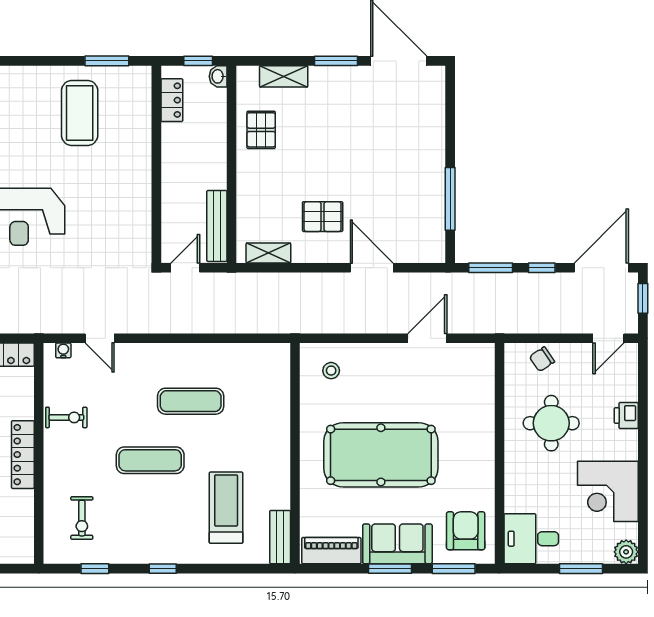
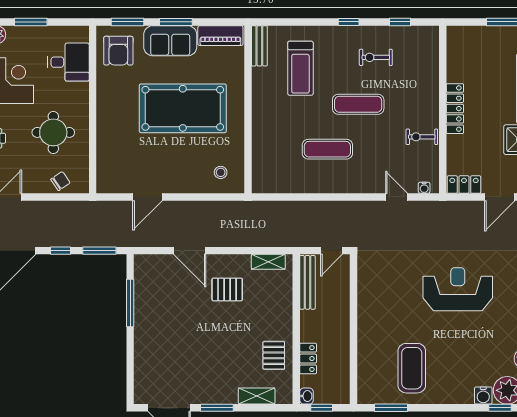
locker: (172, 100) -> (308, 359), moved, turned 180
exercise bike: (82, 518) -> (376, 57), moved, turned -90
desk: (531, 539) -> (68, 62), moved

